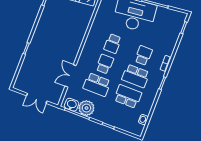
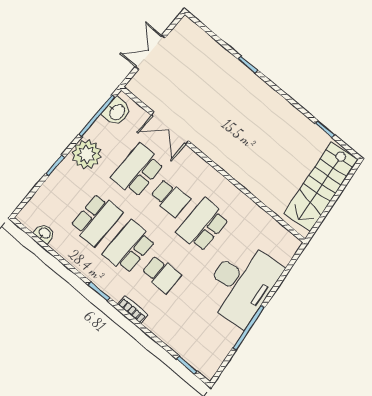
school desk: (113, 44) -> (203, 225), width x1.85
double door: (71, 76) -> (170, 128), swing flipped
plant: (86, 108) -> (87, 154), moved

